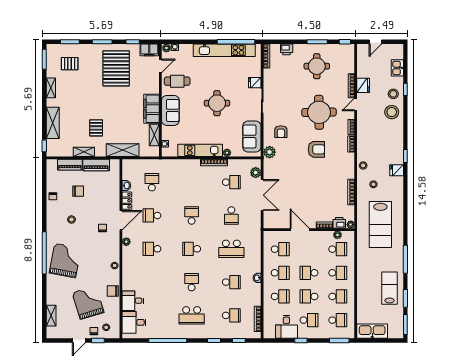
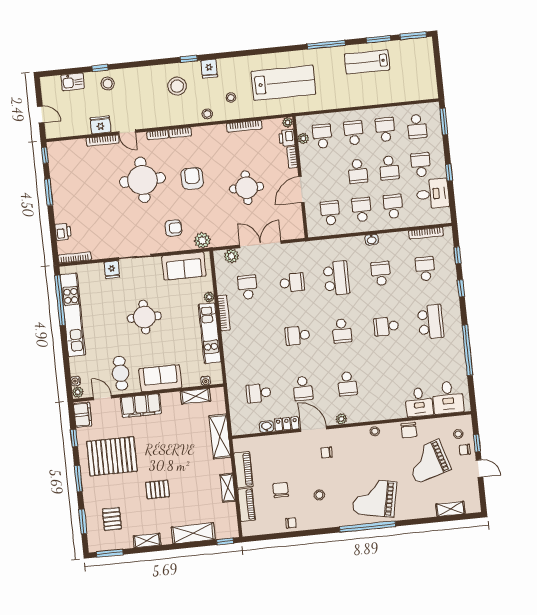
round table: (317, 66) -> (247, 188), moved
filing cabinet: (152, 109) -> (141, 406), moved
stool: (392, 112) -> (177, 86), moved
pallet: (96, 128) -> (157, 490), moved
school desk: (338, 320) -> (417, 126), turned 180
kitchen sink: (372, 331) -> (427, 79), removed

